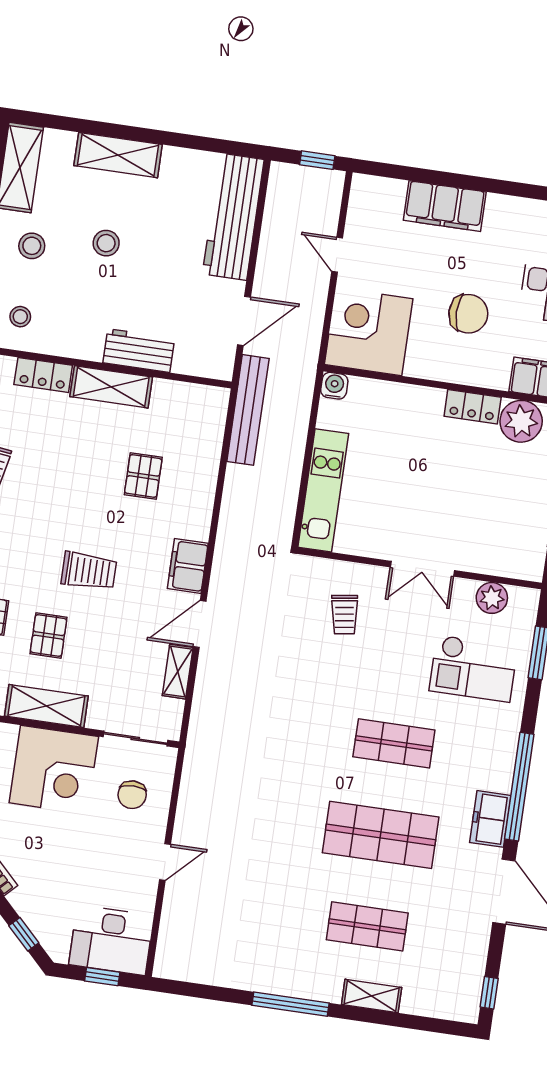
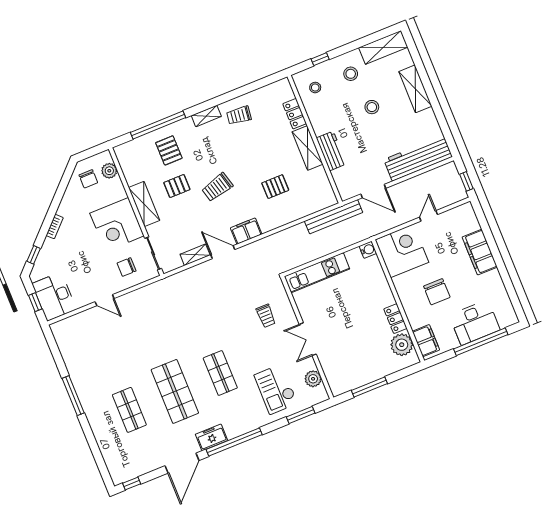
trolley: (89, 571) -> (217, 187), turned 75
trolley: (344, 615) -> (266, 316), turned -82
shelving: (372, 996) -> (99, 431), removed

